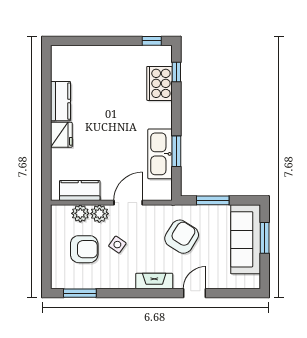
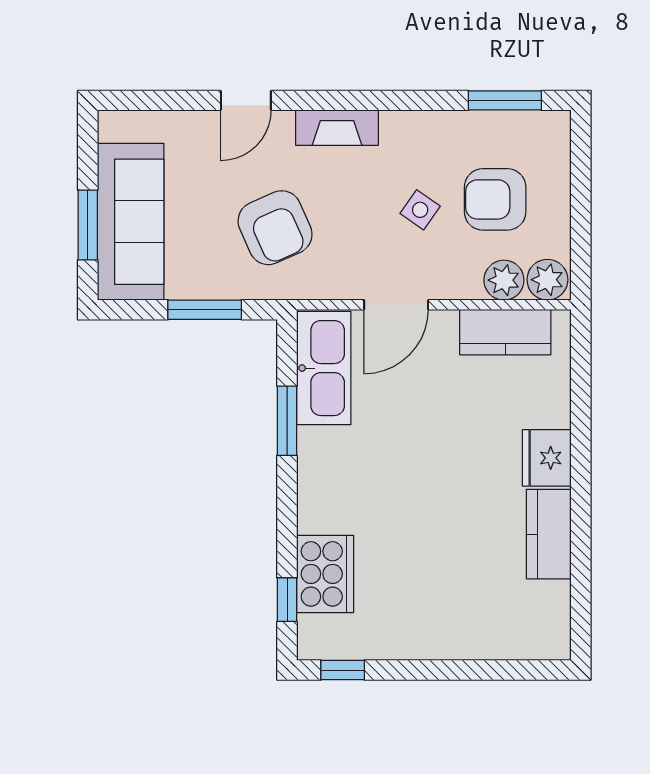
kitchen sink: (160, 154) -> (324, 368), moved
plant: (99, 214) -> (547, 280), moved
armchair: (182, 237) -> (275, 228), turned -56

